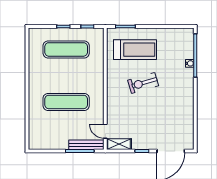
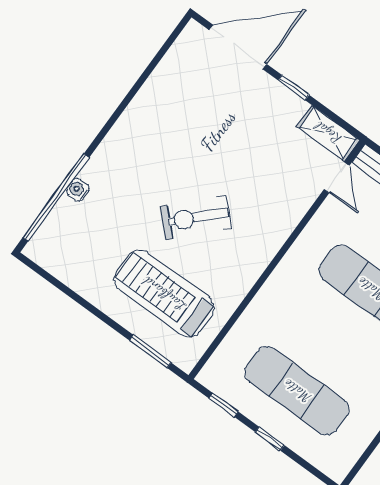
exercise bike: (143, 83) -> (195, 217), turned 150

